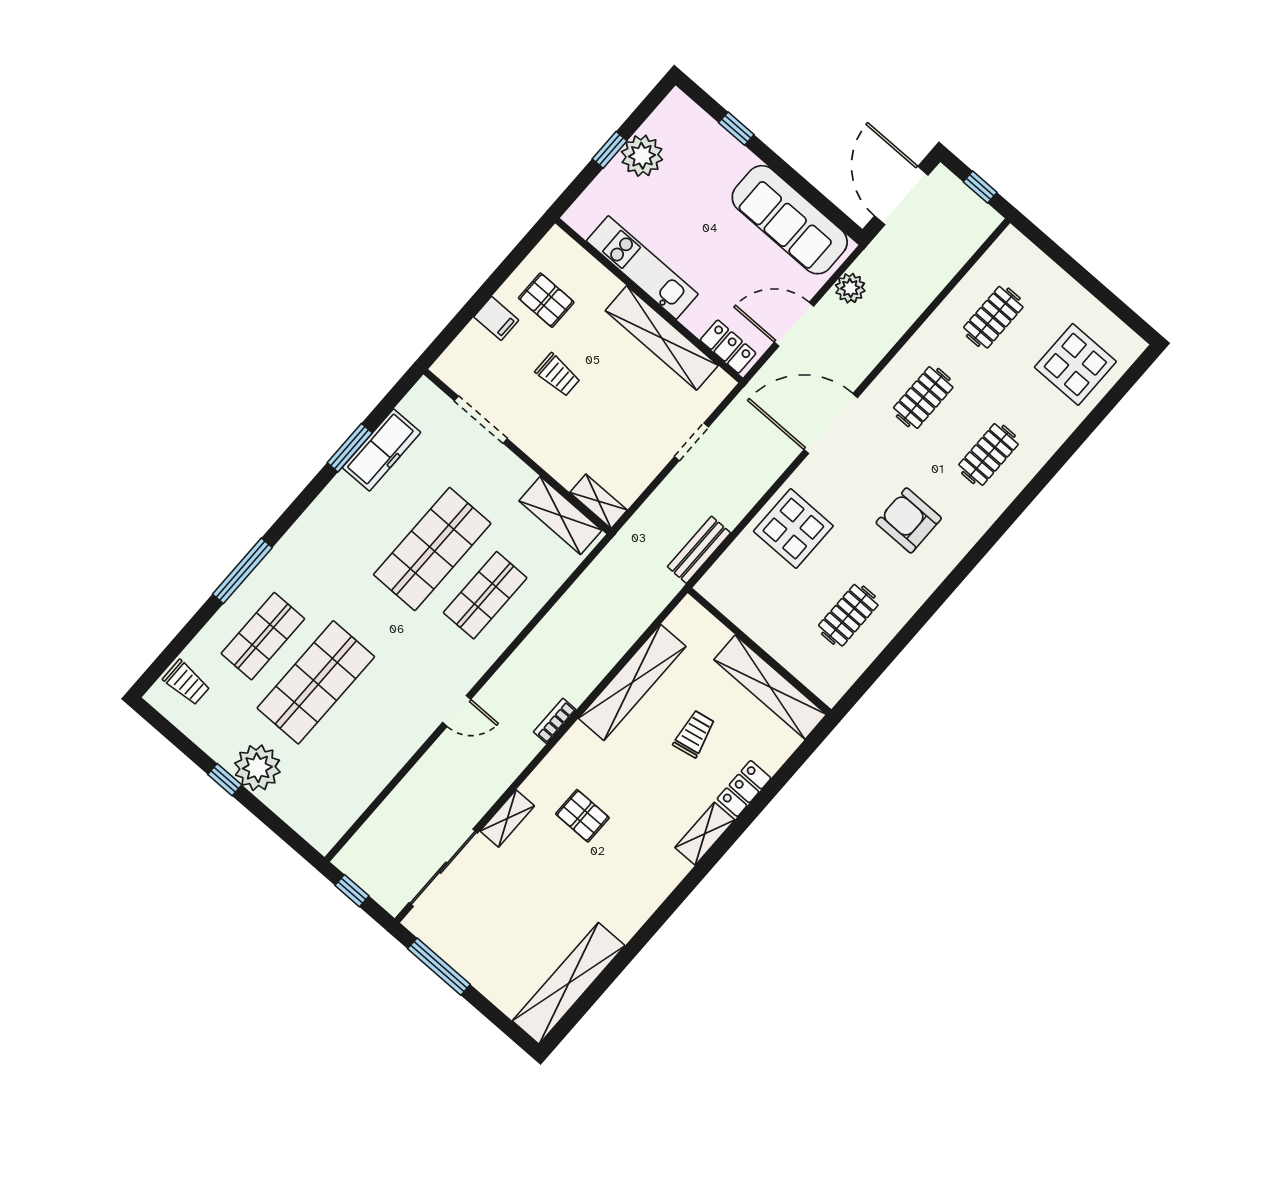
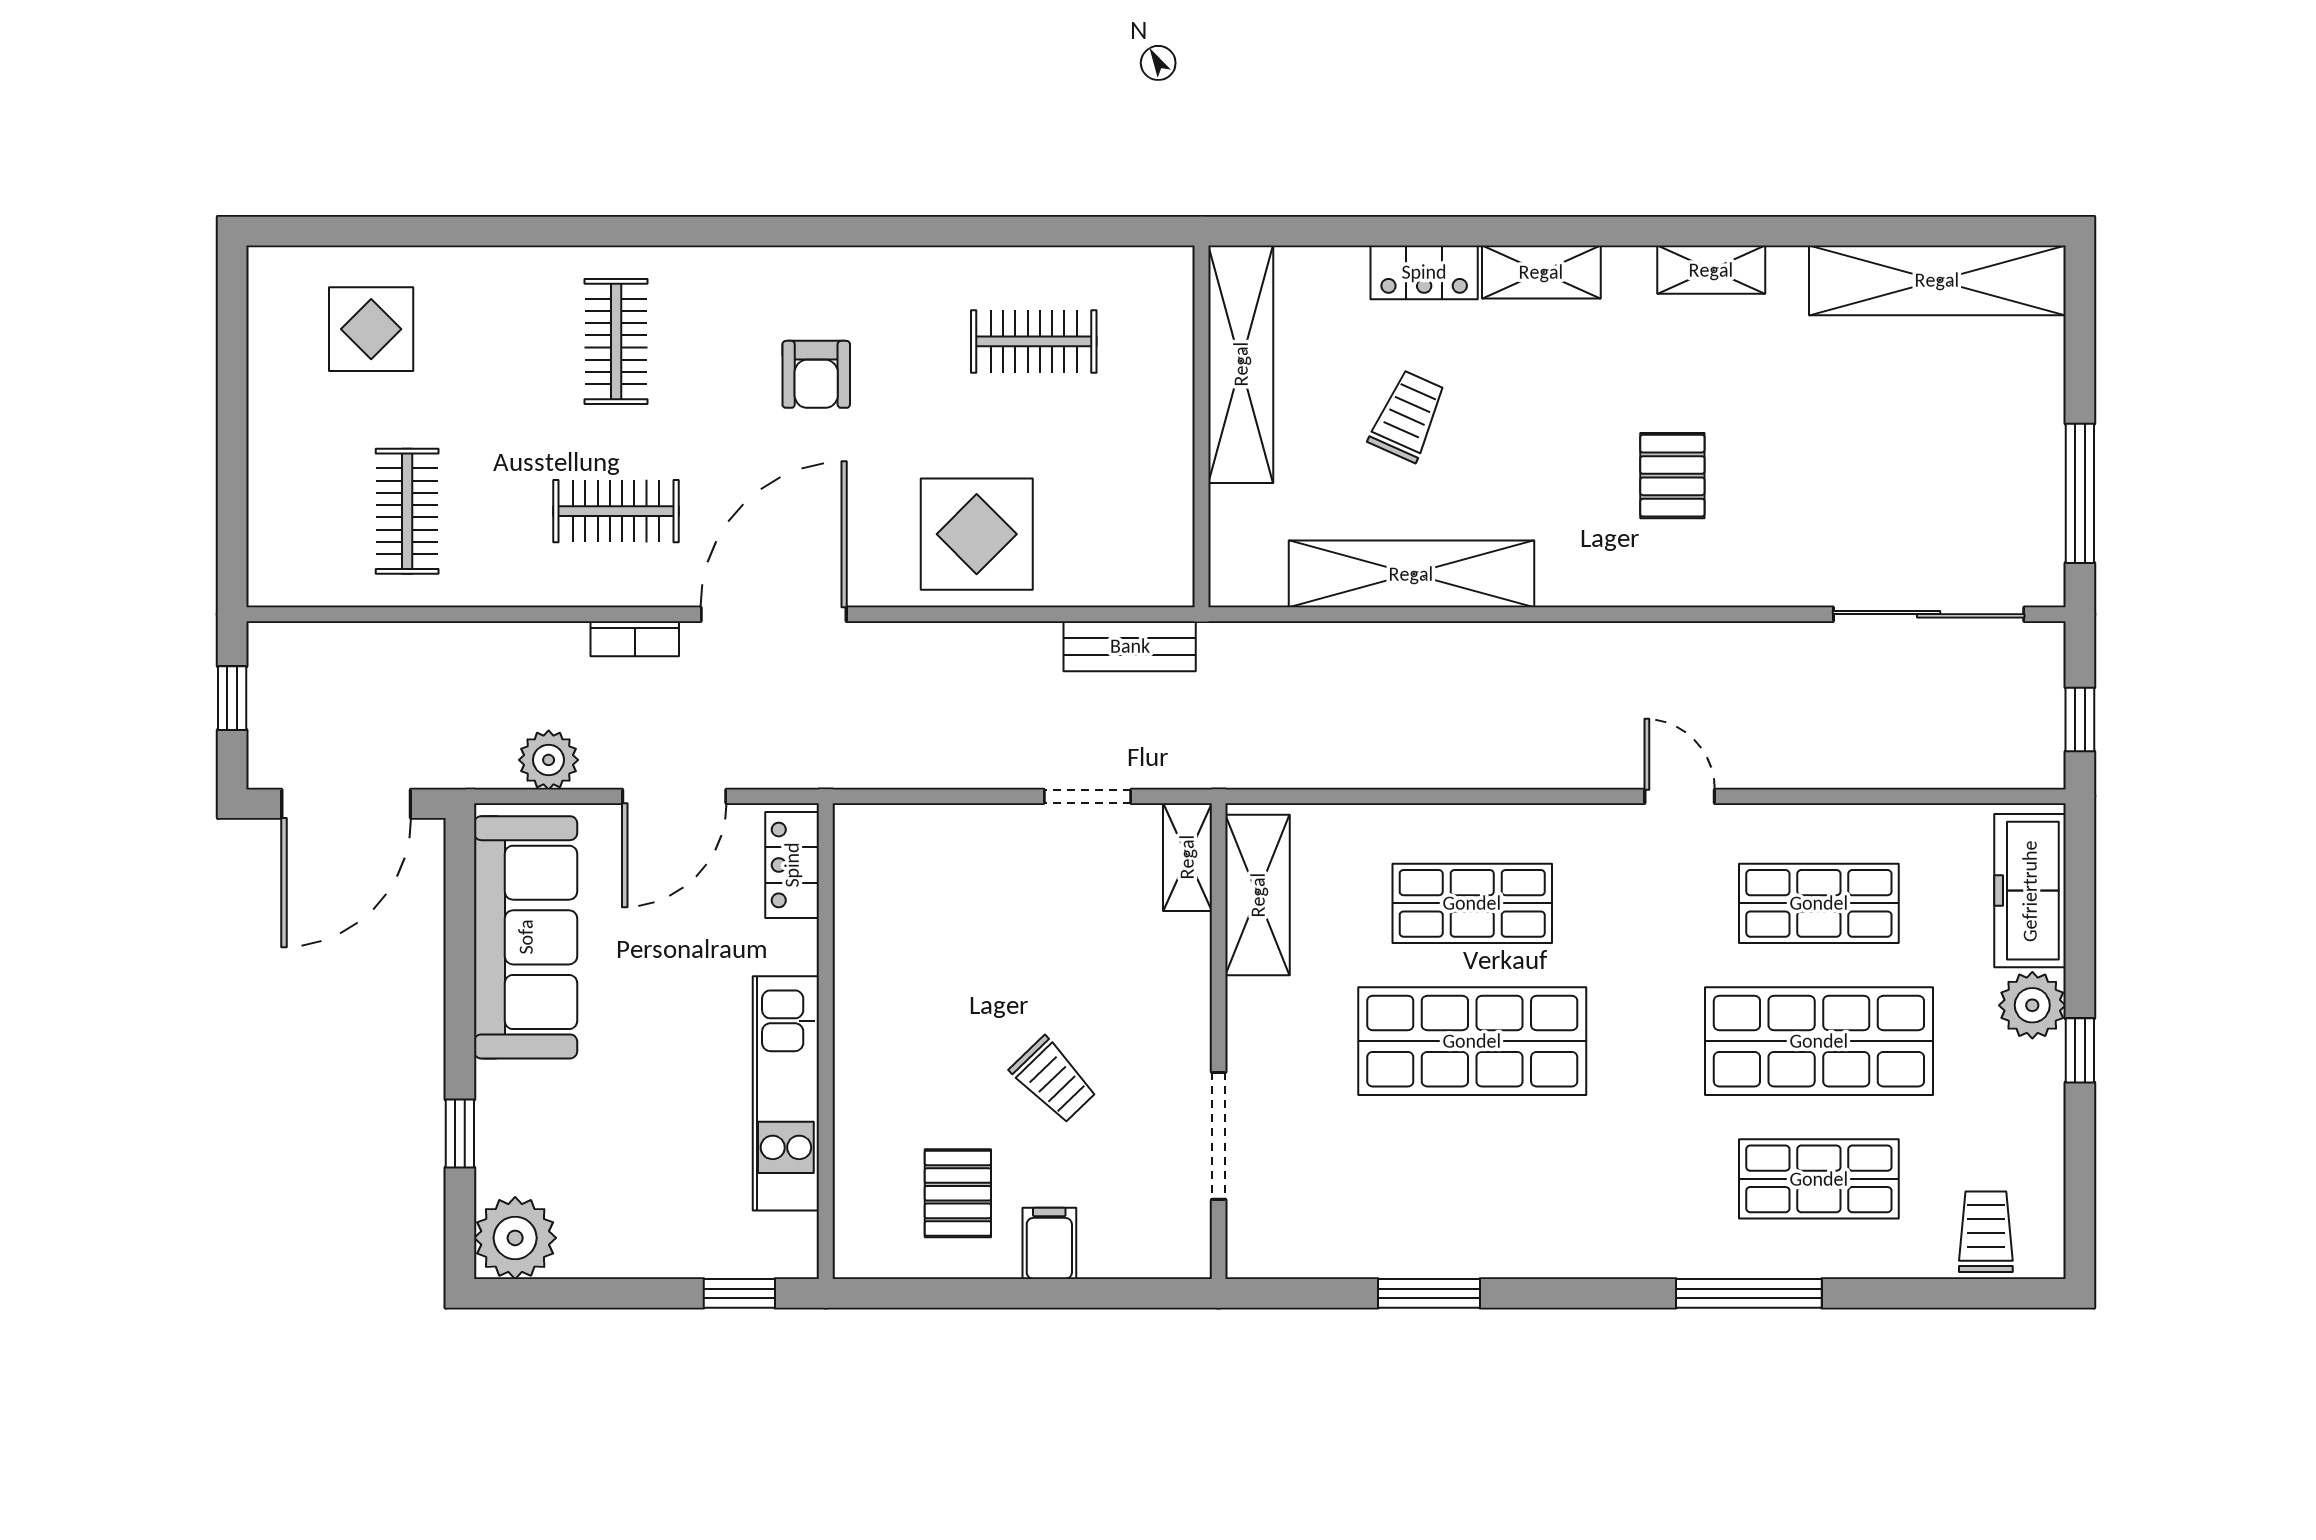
window: (610, 150) -> (739, 1293), moved
plant: (642, 156) -> (515, 1238), moved
clothes rail: (993, 317) -> (407, 511), turned 90
door: (794, 324) -> (674, 796), hinge flipped
shelving: (662, 338) -> (865, 974), removed
display table: (1075, 364) -> (371, 329), width x0.73, depth x0.73
trolley: (558, 375) -> (1053, 1080), turned 136
door: (831, 424) -> (774, 614), swing flipped
doorway: (691, 442) -> (1087, 796), moved
freezer: (381, 450) -> (2030, 891), moved, turned -90
clothes rail: (989, 454) -> (616, 341), turned 90
armchair: (909, 520) -> (816, 374), width x0.72, depth x0.72
bookcase: (555, 721) -> (635, 639), moved
shop shelf: (369, 729) -> (1819, 903), added
trolley: (694, 734) -> (1408, 416), turned 125
plant: (257, 768) -> (2032, 1005), width x0.73, depth x0.73
shelving: (507, 819) -> (1711, 270), moved

